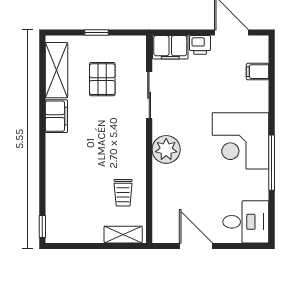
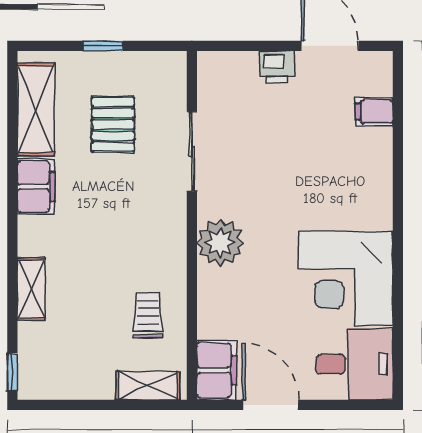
filing cabinet: (170, 47) -> (217, 370), moved, turned -90
corner desk: (240, 141) -> (345, 278), moved
window: (272, 163) -> (398, 265), removed
shelving: (54, 177) -> (31, 289), added
trolley: (123, 193) -> (148, 315), turned 180

